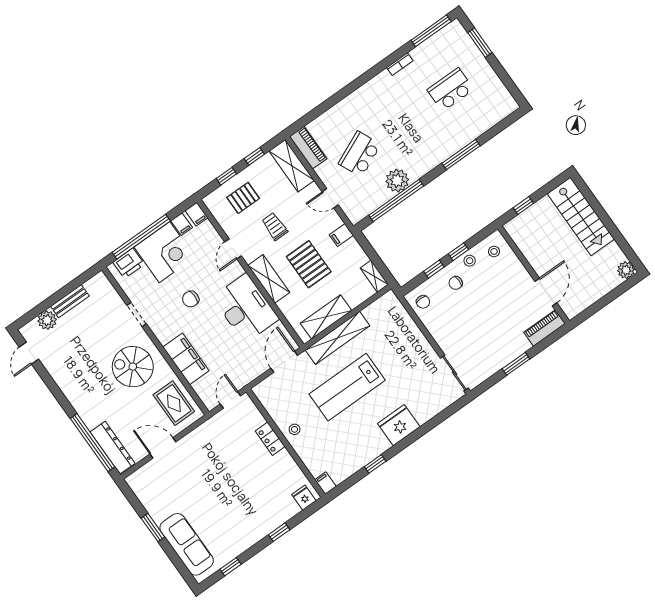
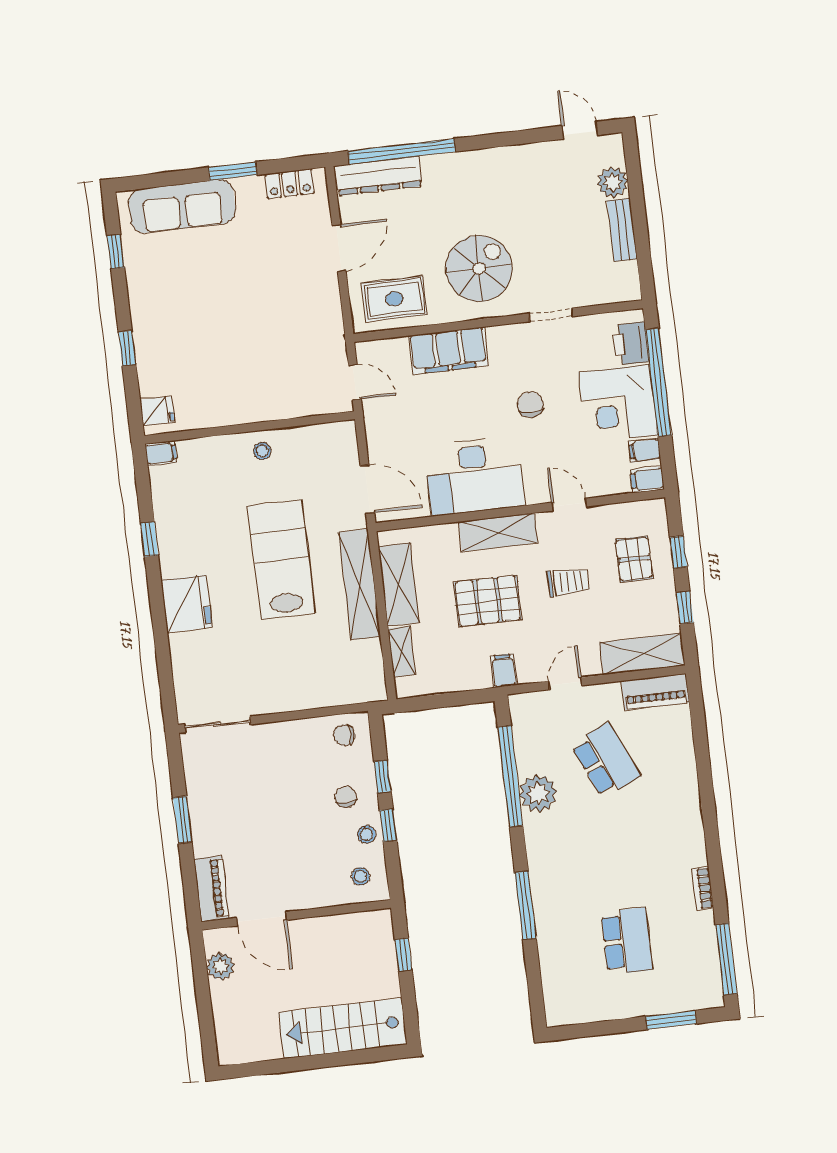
plant: (626, 270) -> (220, 966), moved
shelving: (374, 276) -> (402, 652), moved, turned 90
locker: (270, 439) -> (290, 184), moved, turned 180

